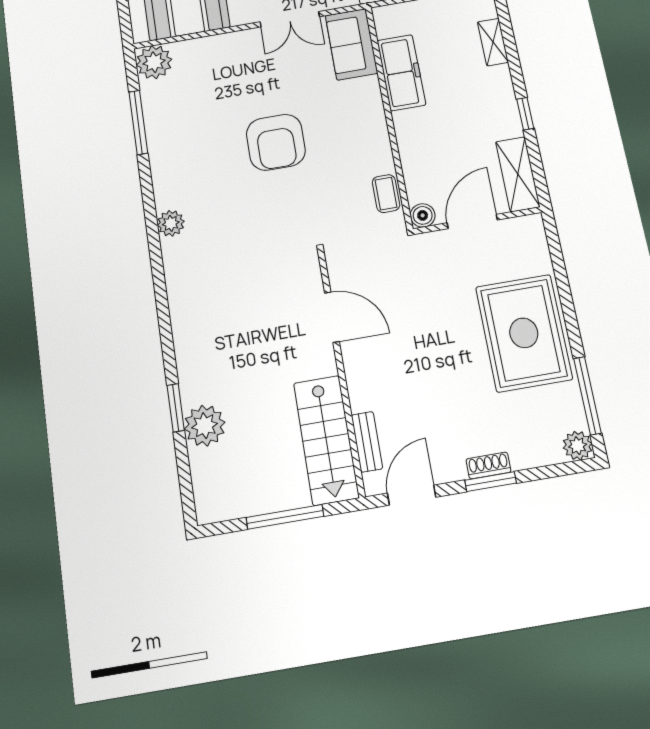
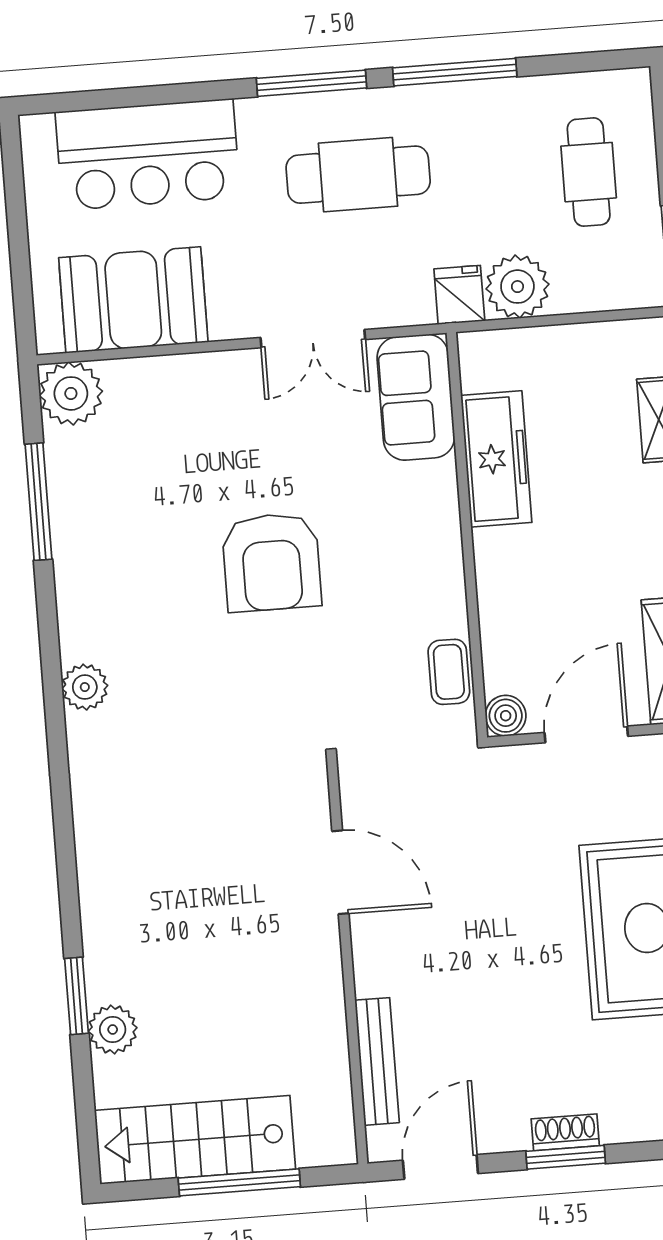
plant: (205, 426) -> (113, 1029), width x0.73, depth x0.73
stairs: (326, 440) -> (195, 1140), moved, turned 90
bench: (367, 442) -> (377, 1061), width x1.36

